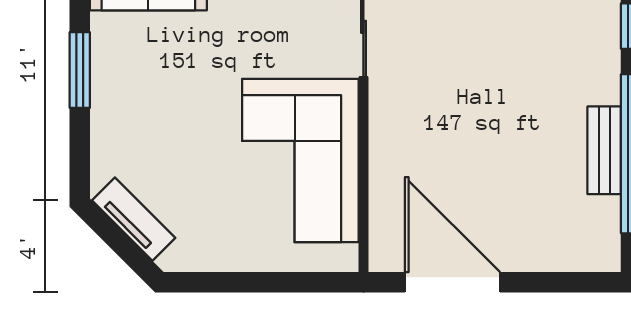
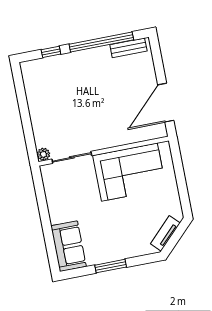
bench: (604, 150) -> (128, 48), moved

